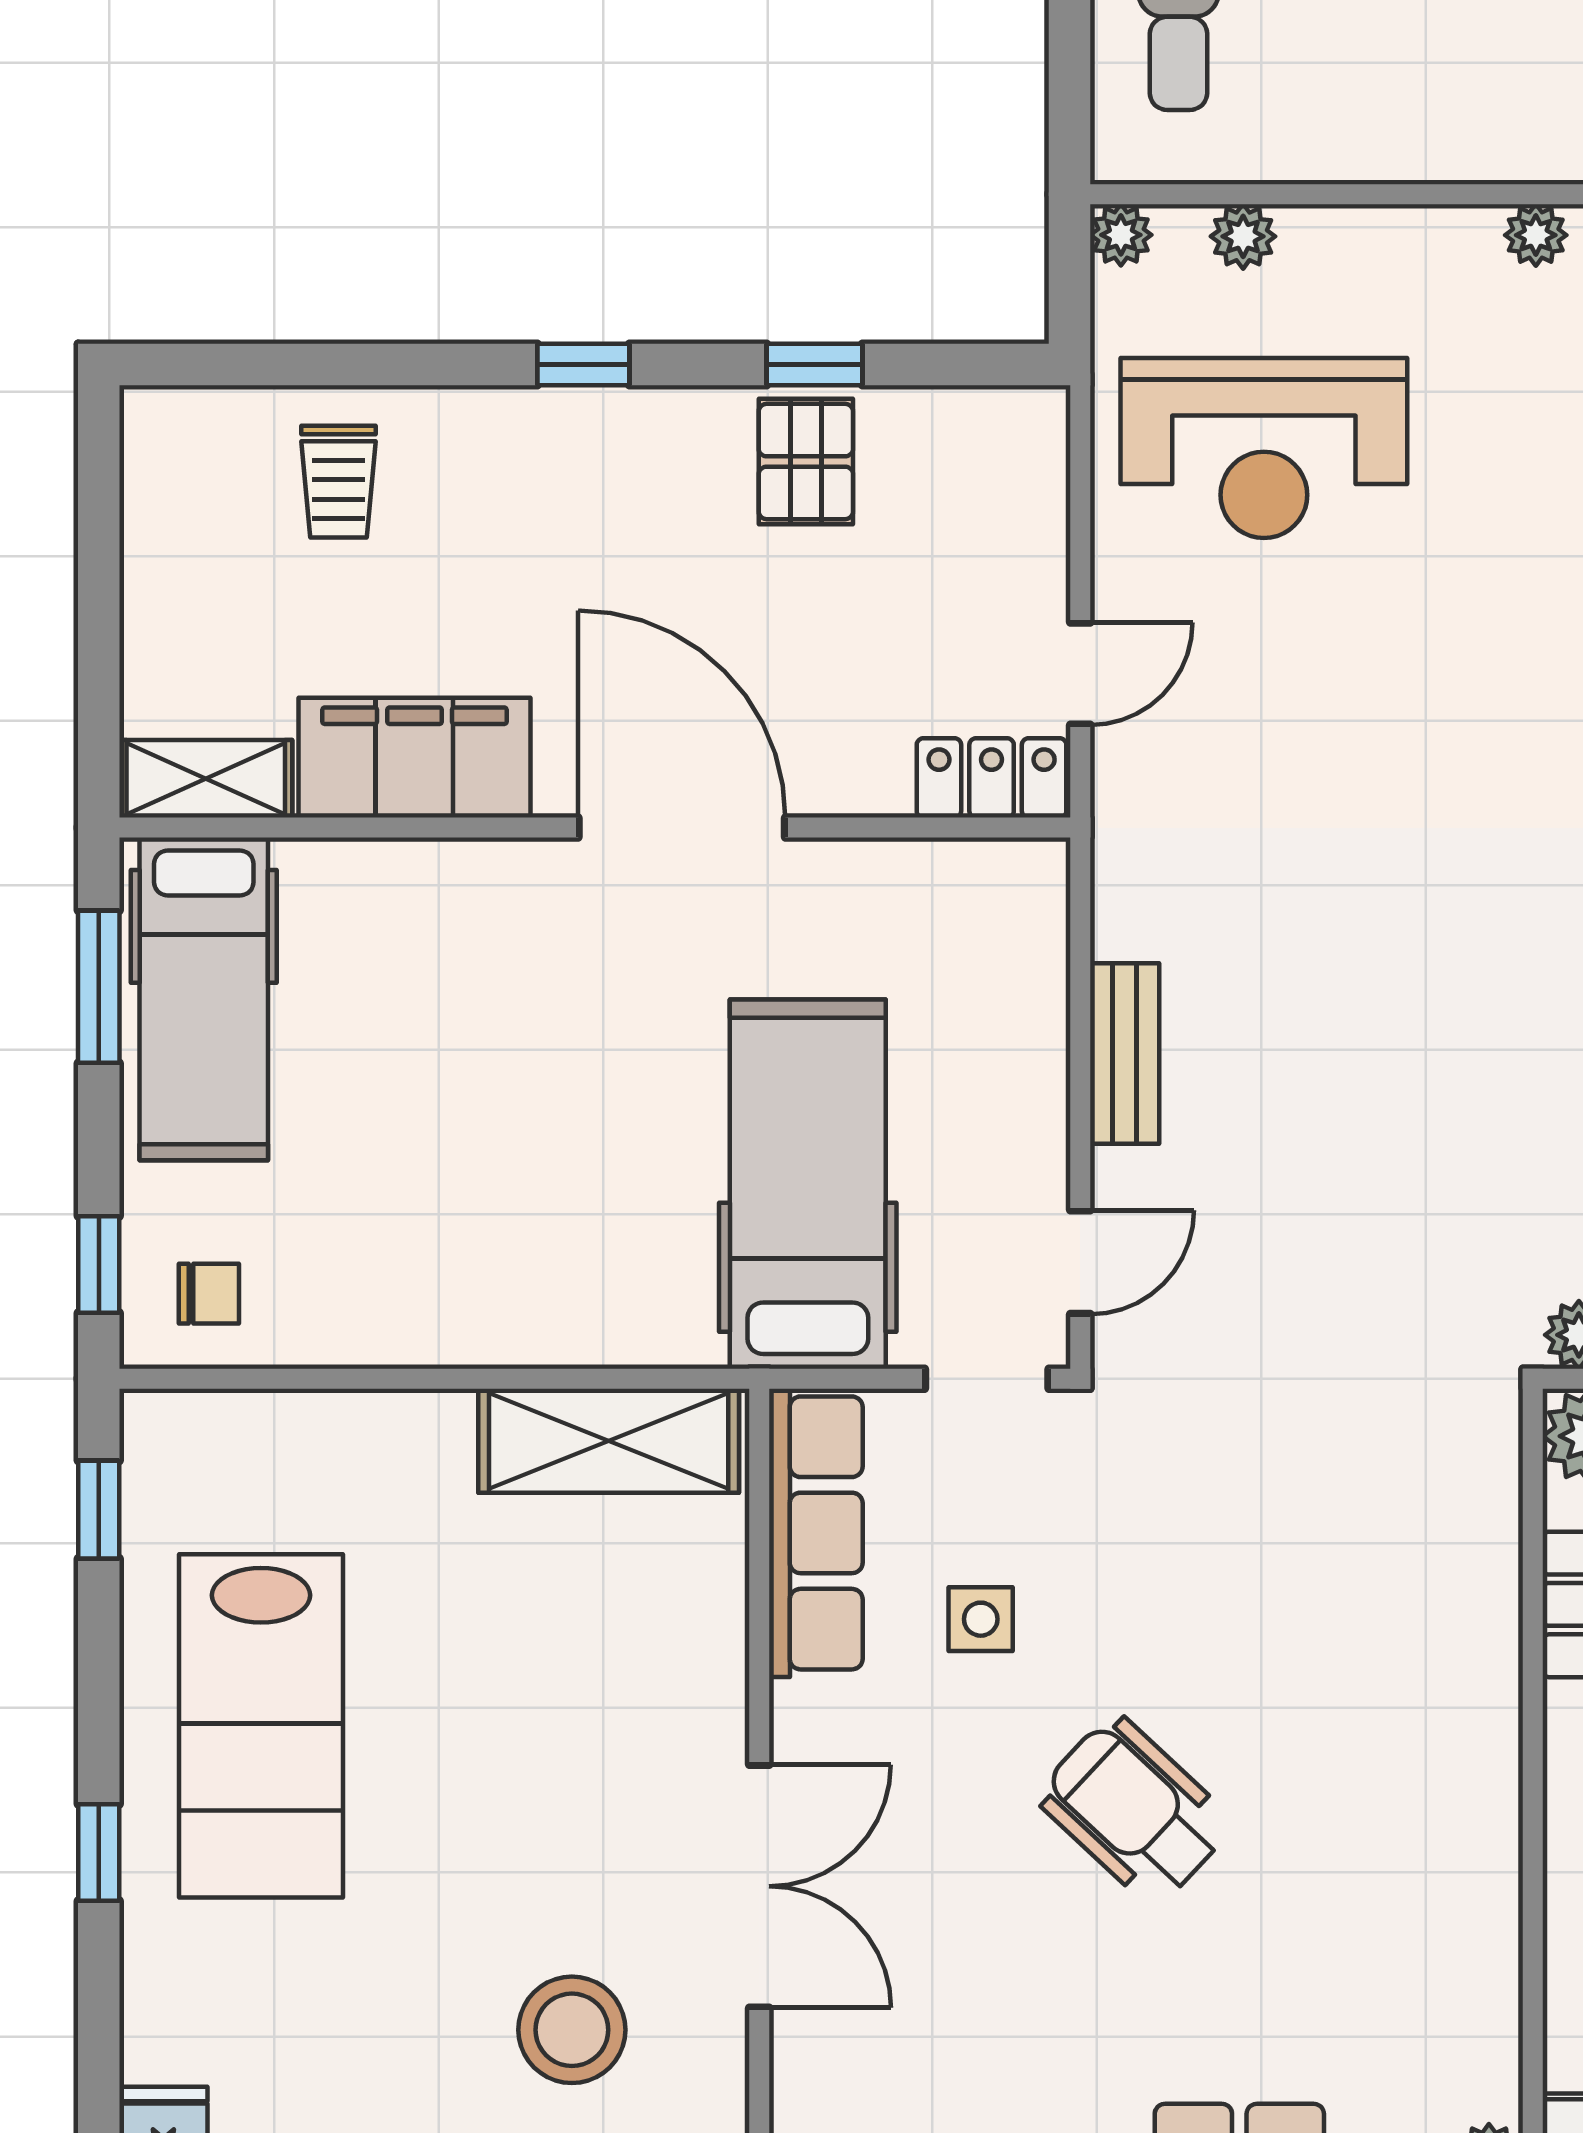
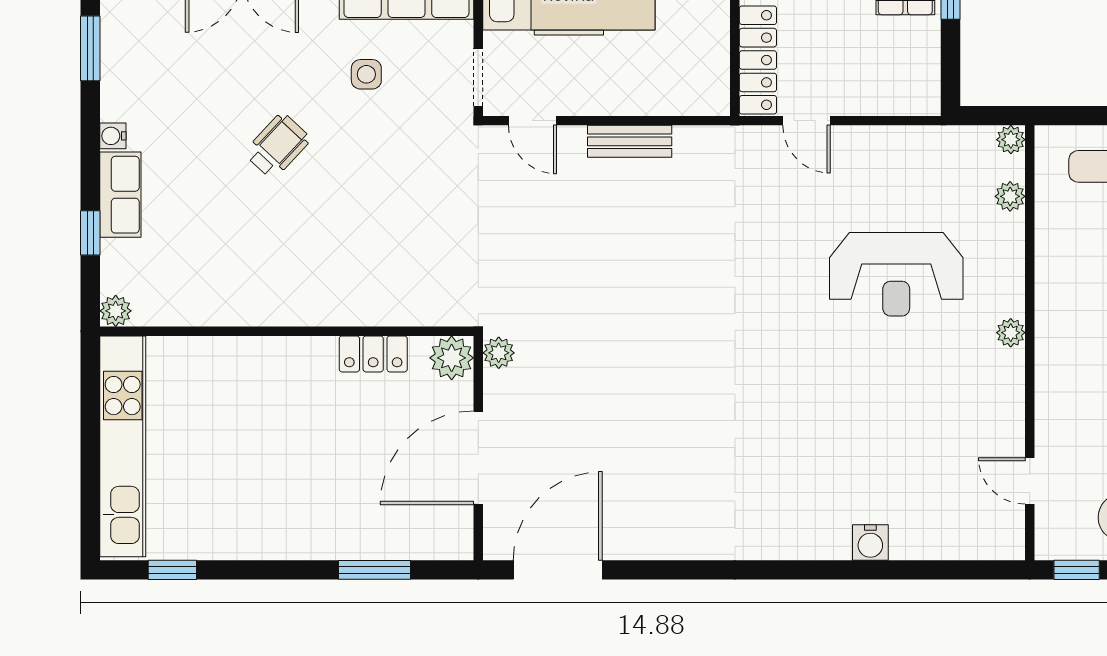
reception desk: (1264, 448) -> (896, 274), moved, turned -90
locker: (992, 778) -> (758, 60), width x1.53
wheelchair: (1135, 1810) -> (277, 146), width x0.73, depth x0.73

